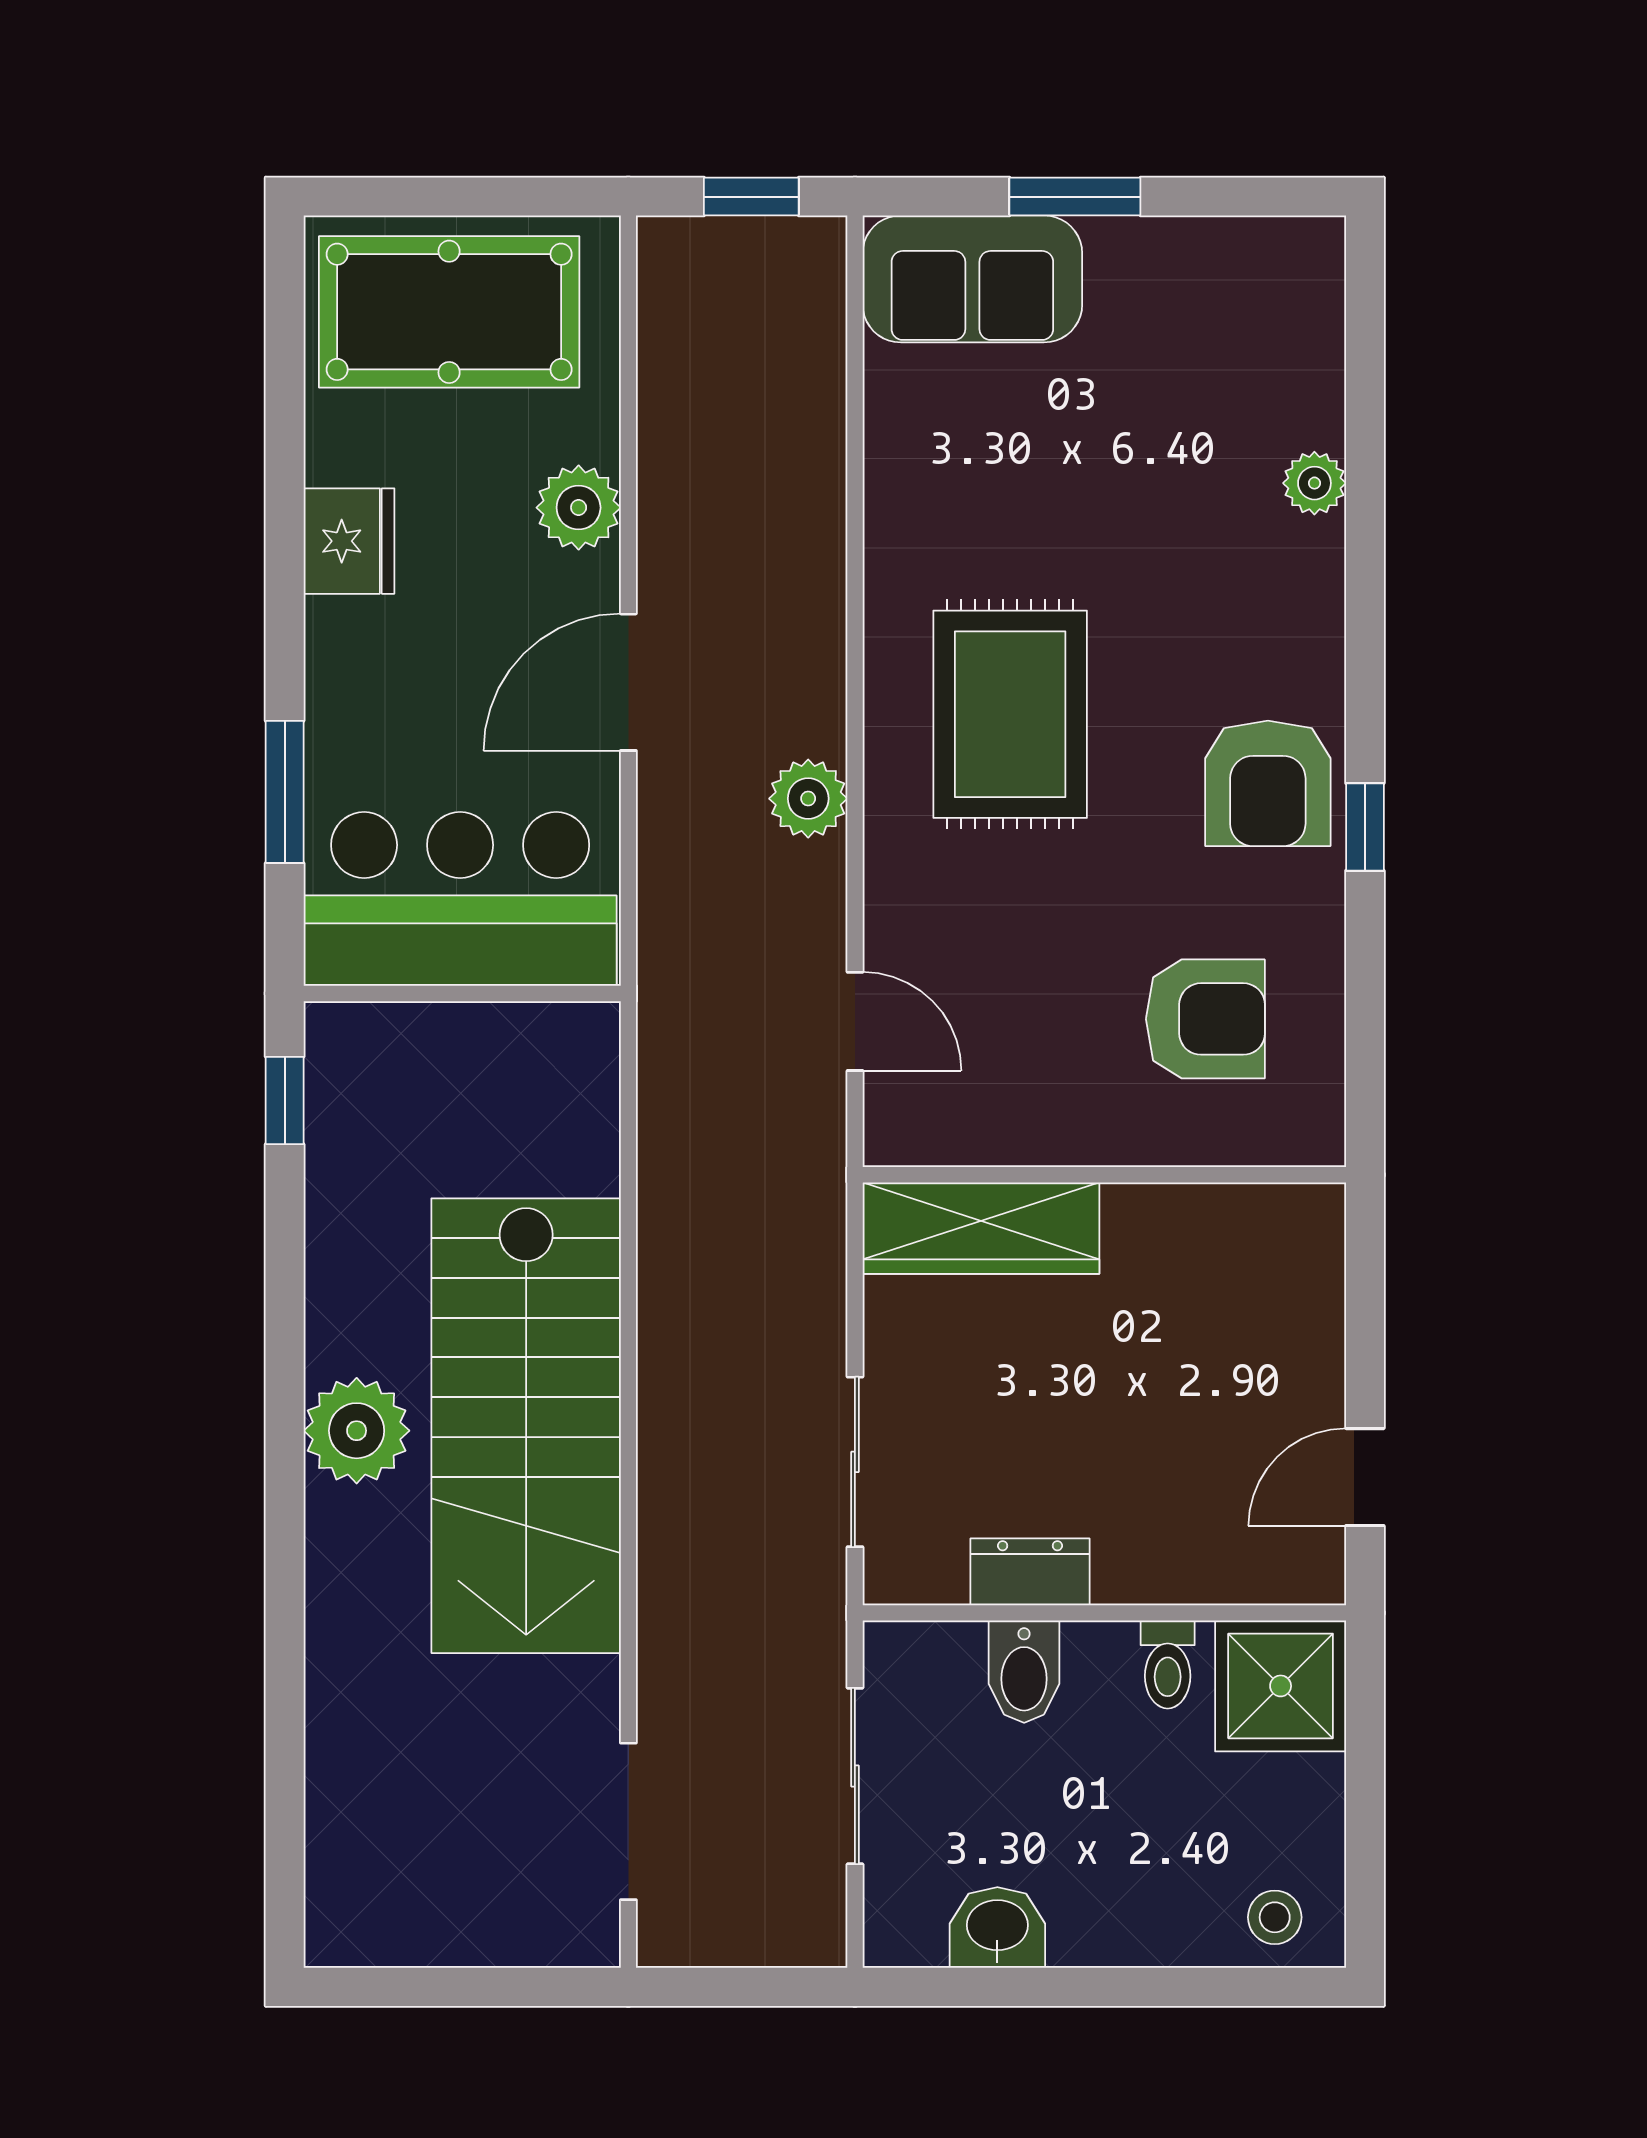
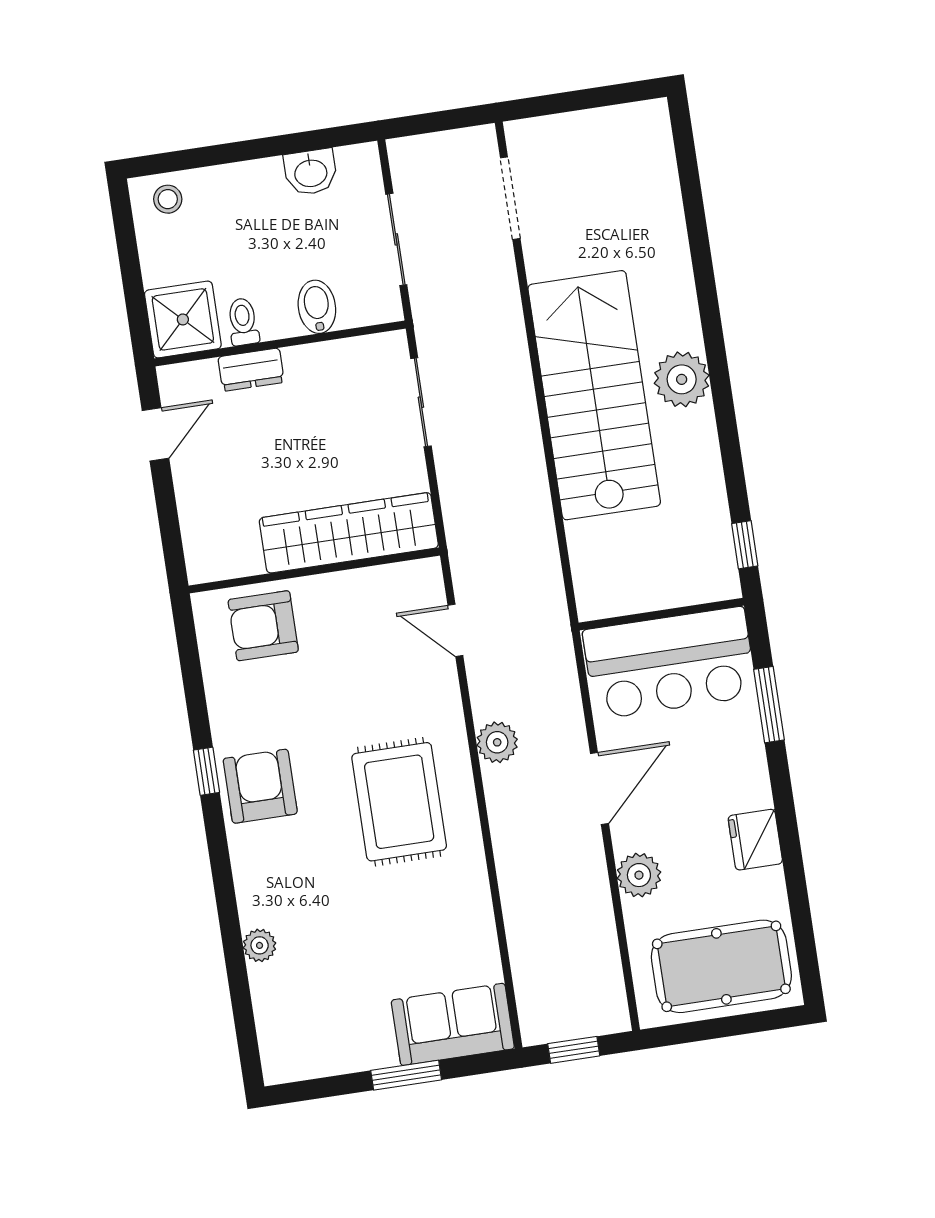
armchair: (1205, 1019) -> (263, 626), moved
wardrobe: (981, 1228) -> (349, 533), width x1.40, depth x1.17
dresser: (1030, 1572) -> (251, 370), moved

